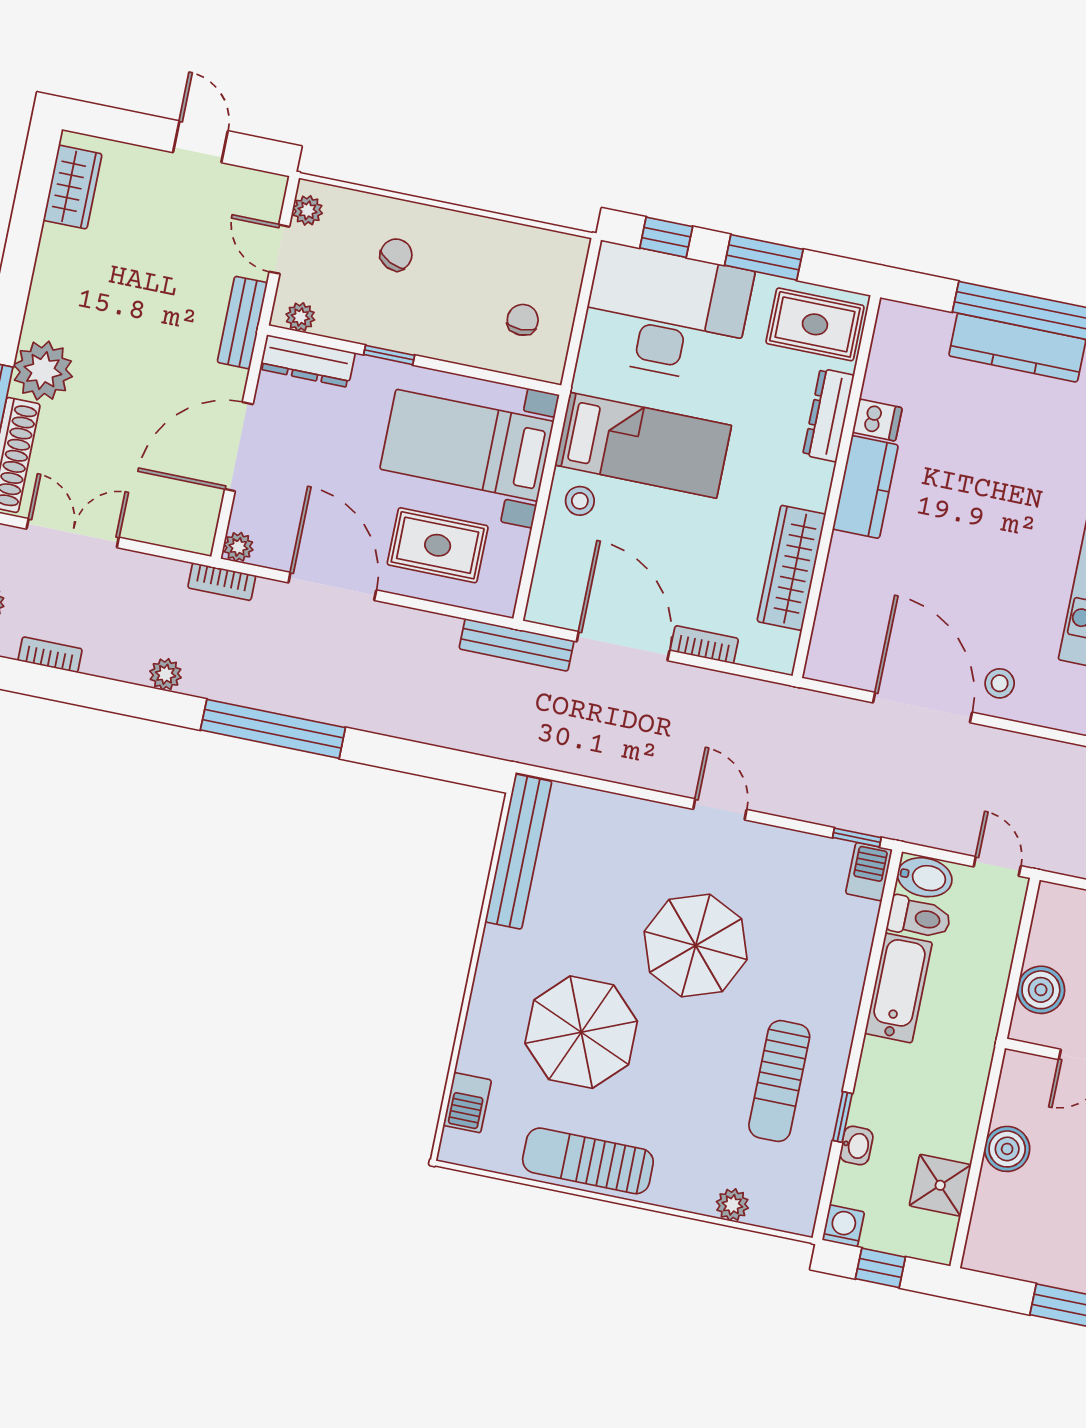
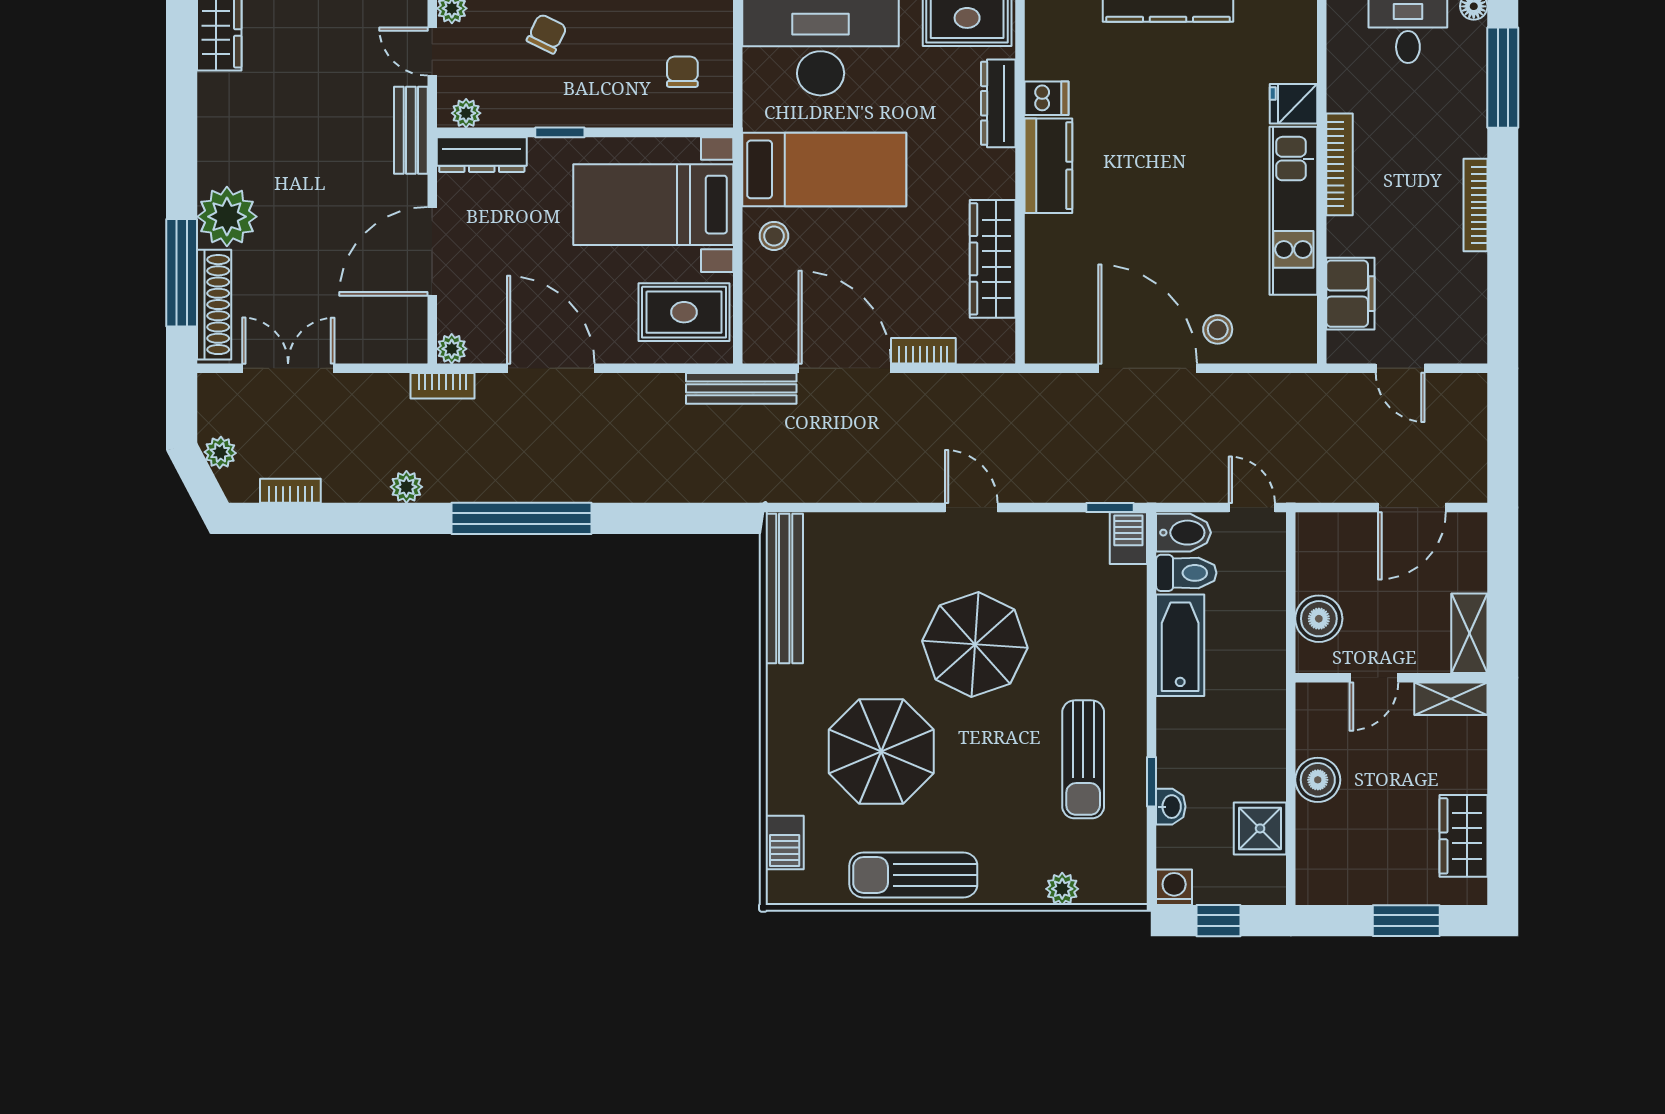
rug: (438, 545) -> (684, 312), moved

